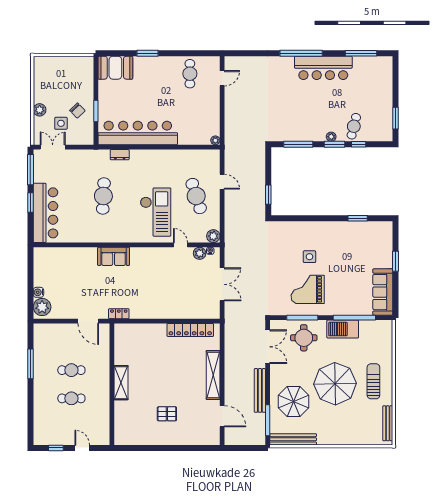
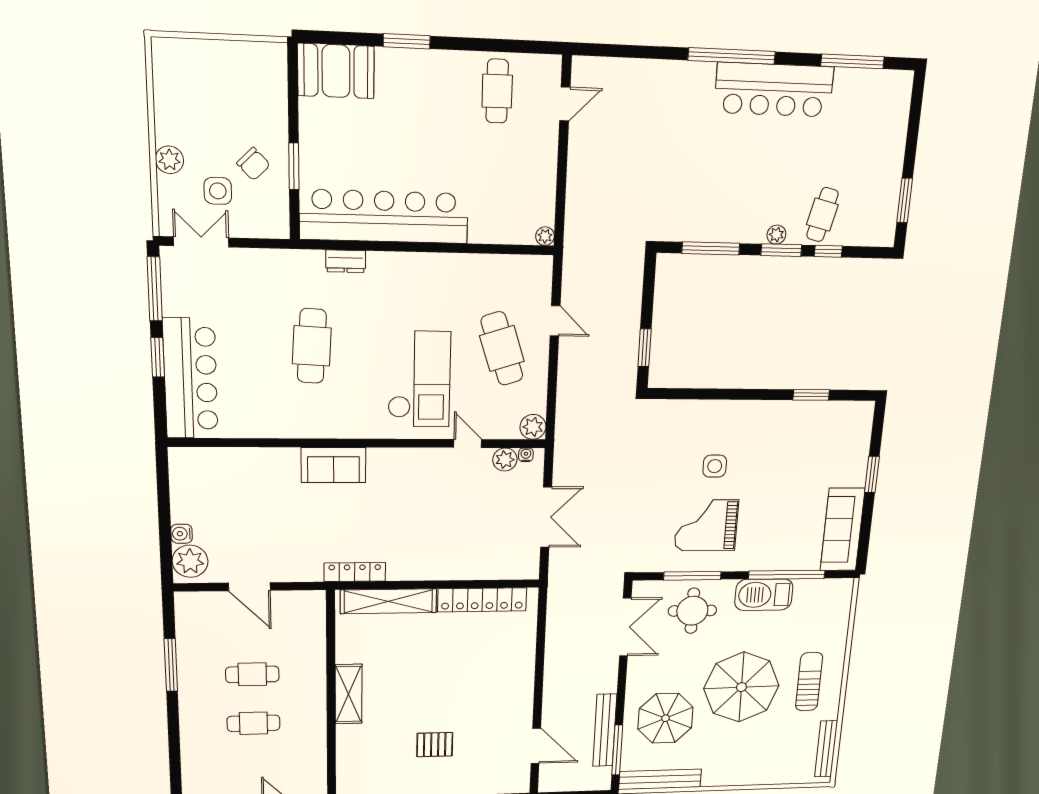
locker: (119, 314) -> (355, 572), width x1.53
door: (88, 321) -> (249, 587), moved
shelving: (213, 375) -> (388, 601), moved, turned 90
bench: (260, 390) -> (605, 730), moved

